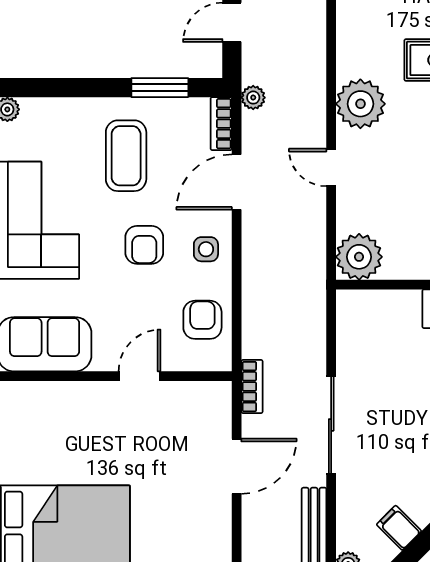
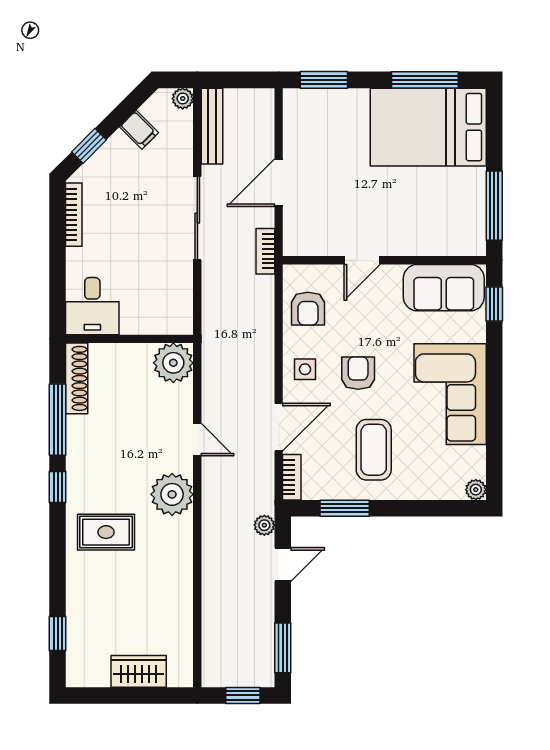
plant: (253, 98) -> (264, 525), moved

